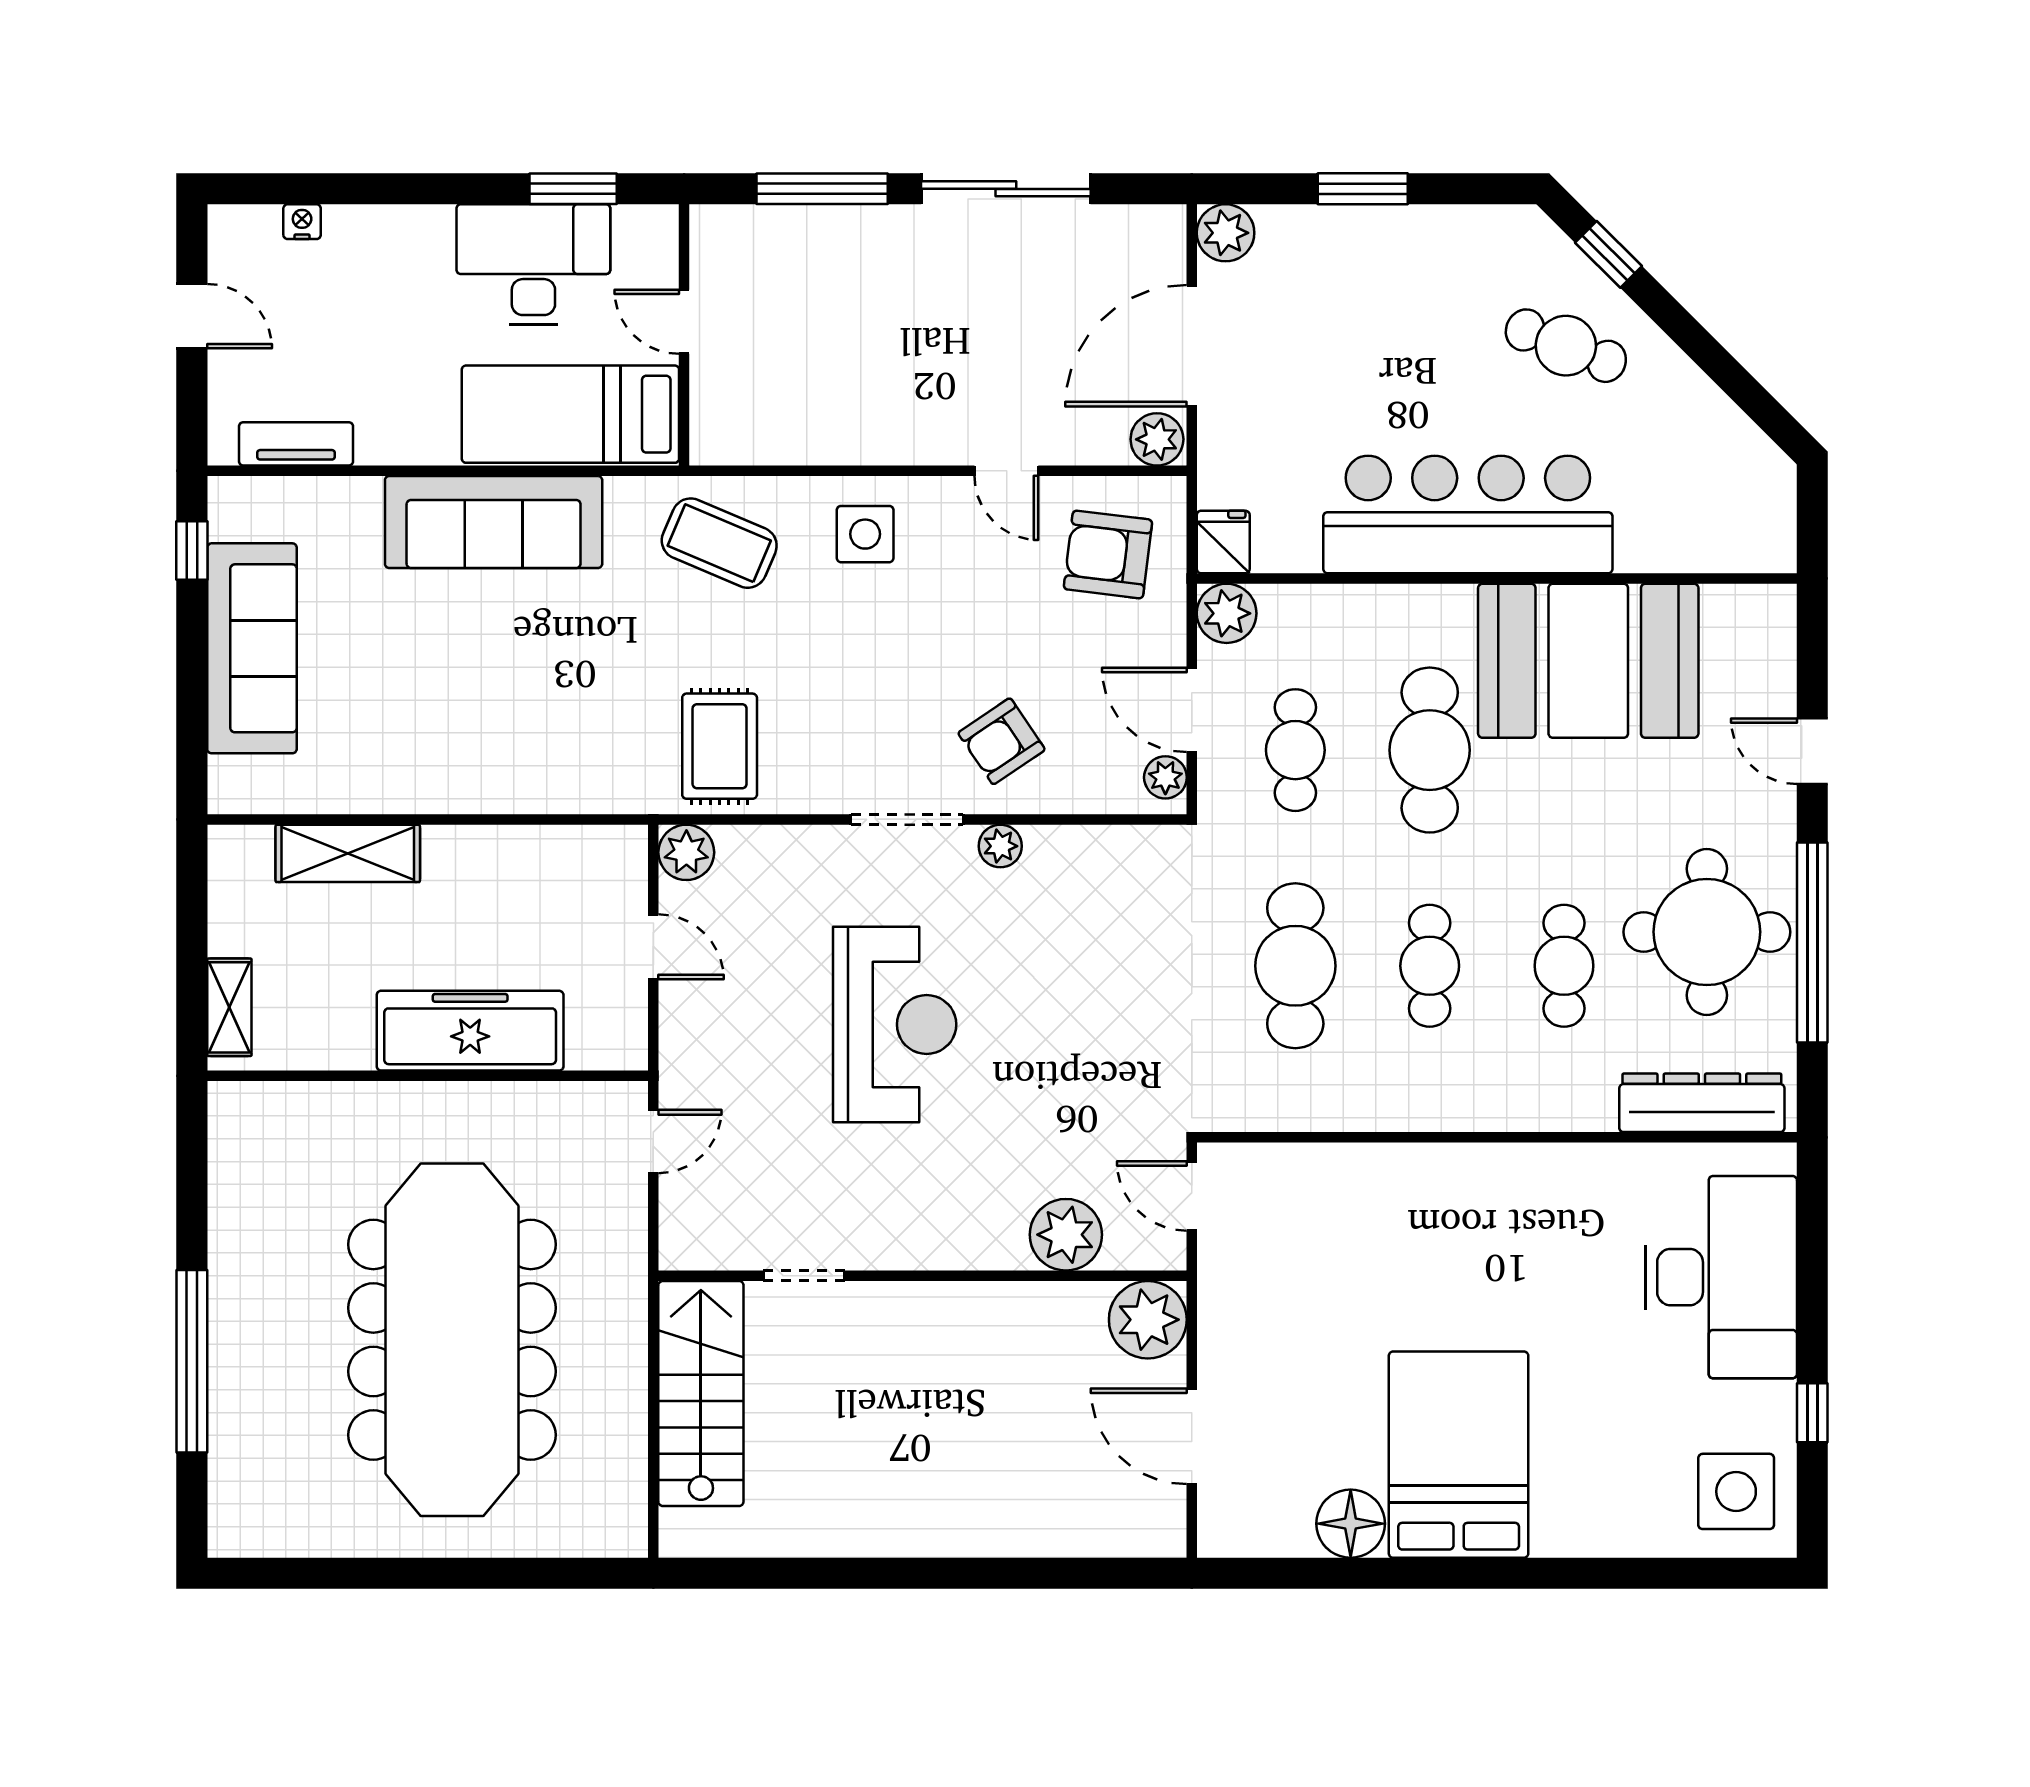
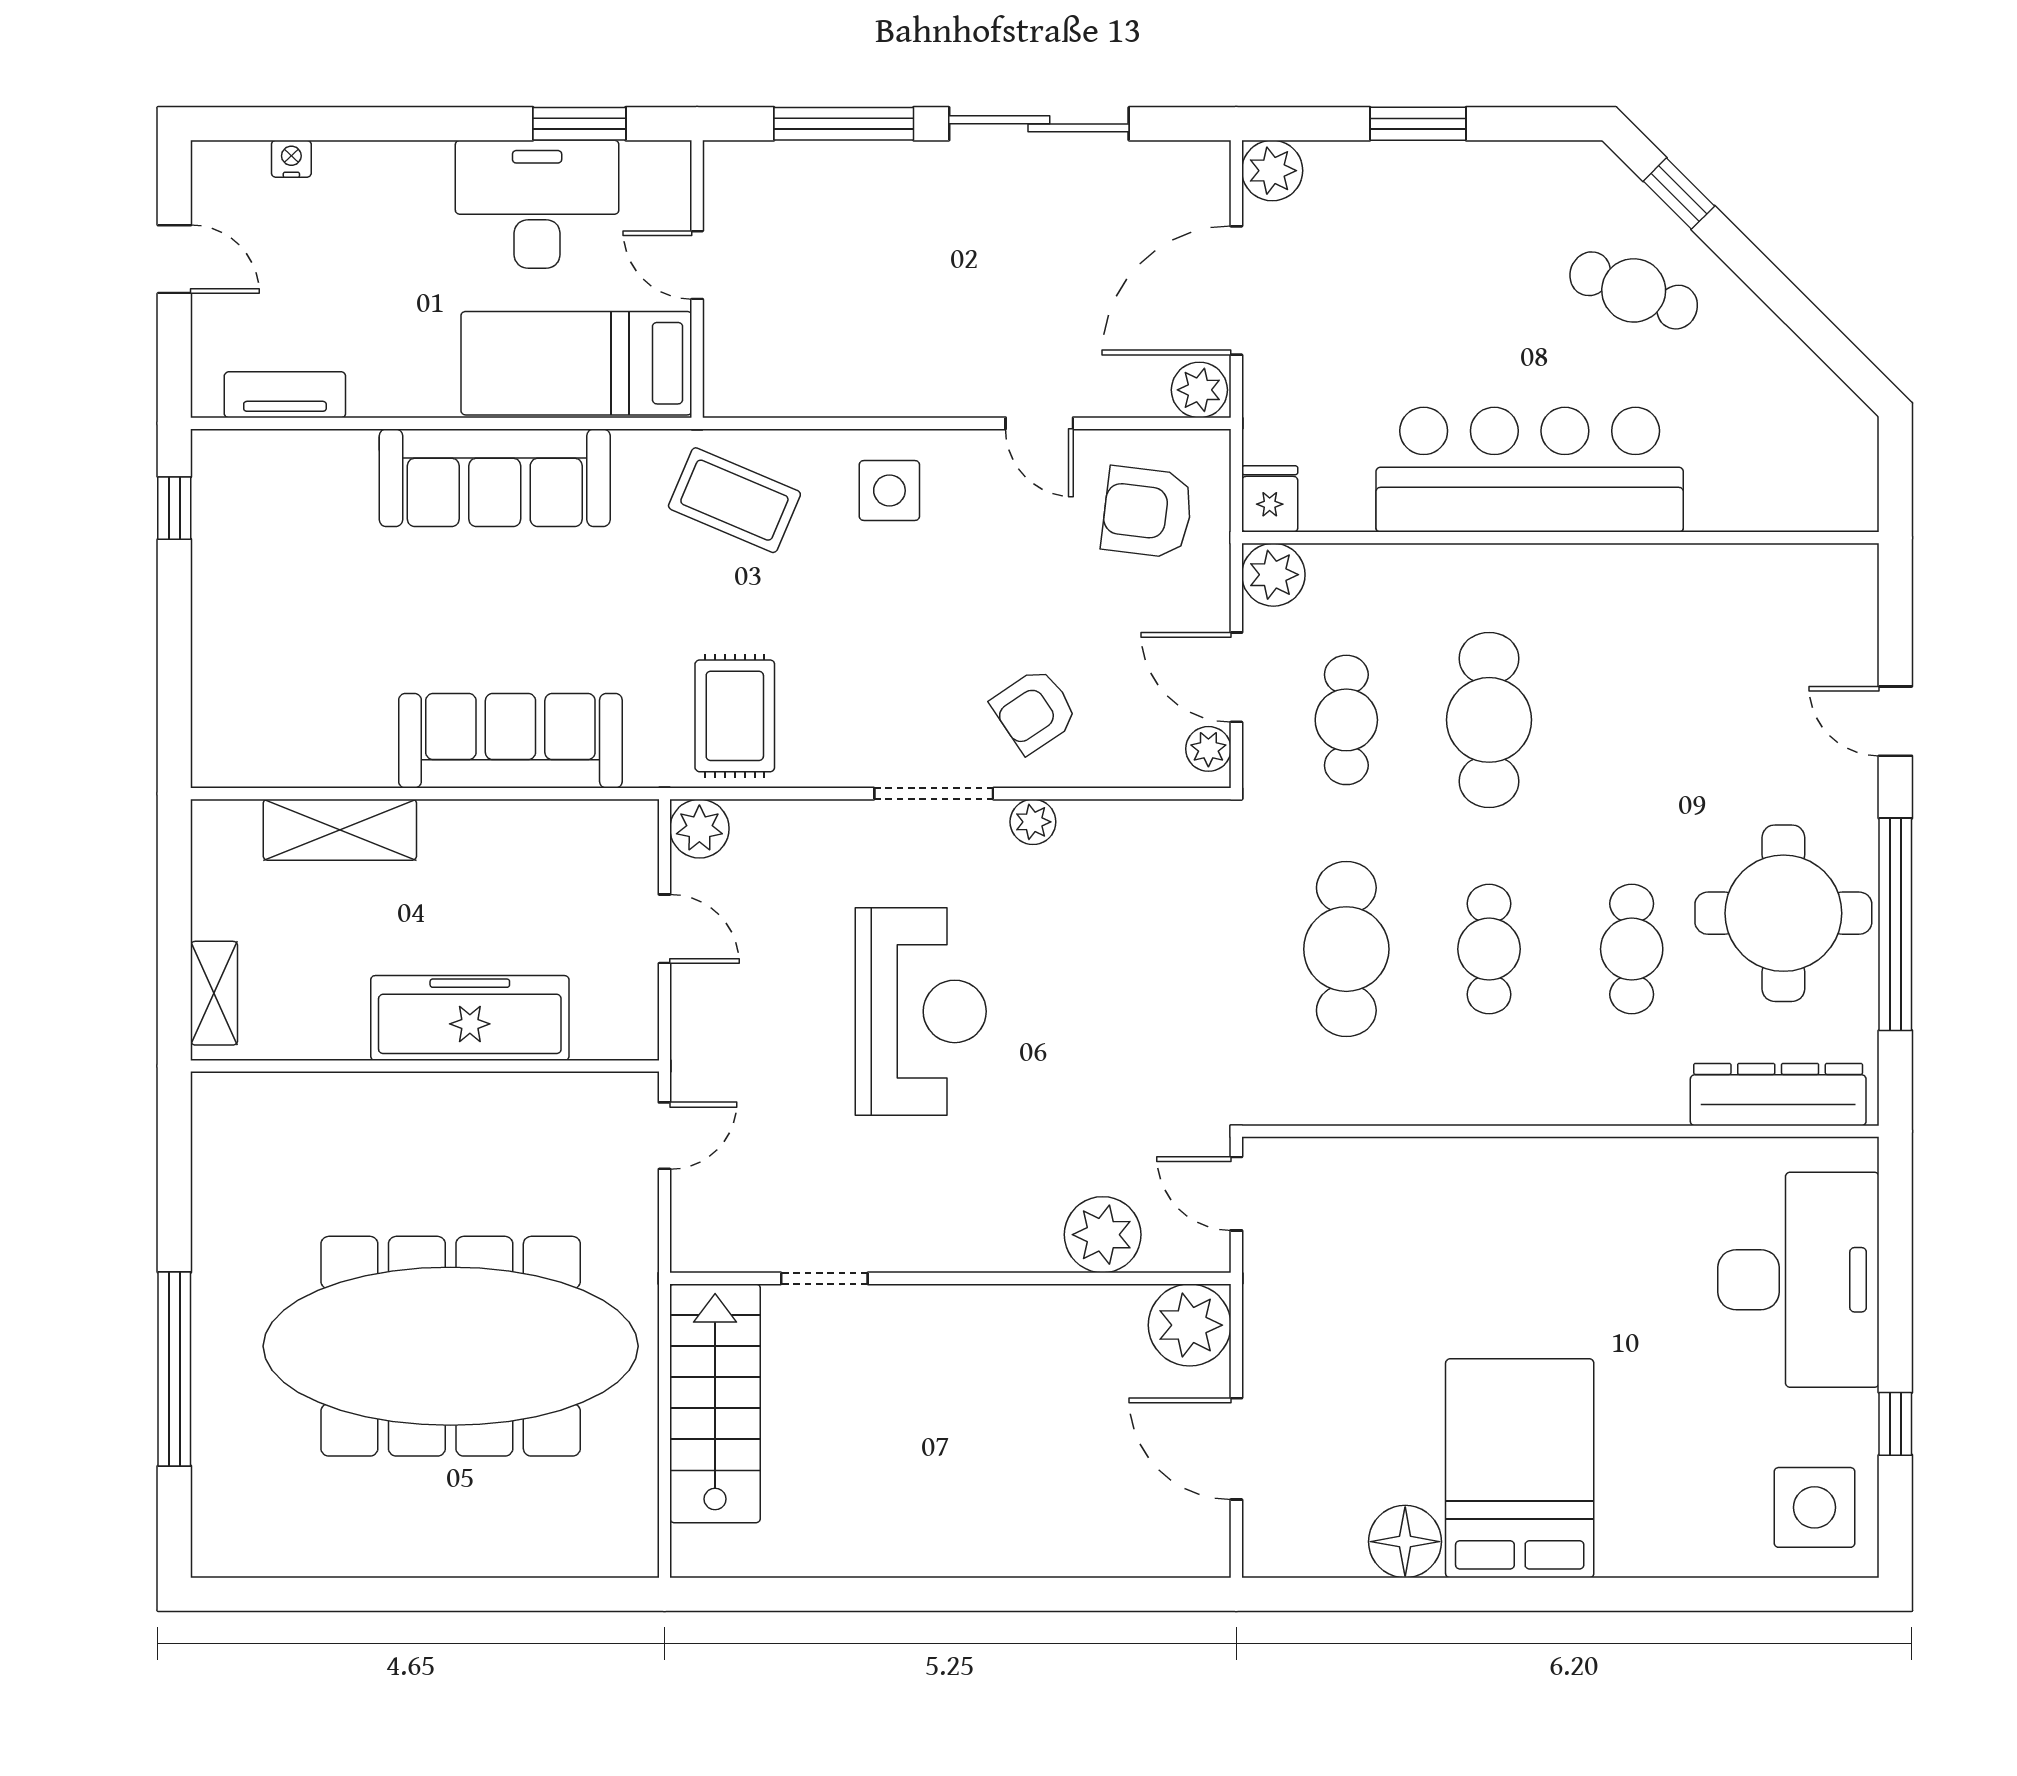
sofa: (252, 648) -> (510, 741), moved, turned -90
booth: (1588, 661) -> (1657, 625), removed
meeting table: (452, 1340) -> (451, 1346), turned 90

